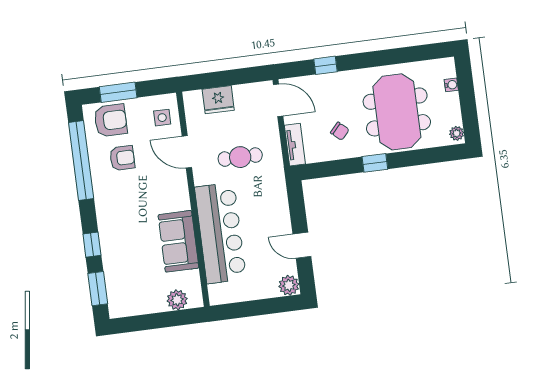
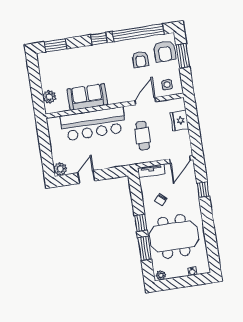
window: (414, 158) -> (145, 248), added
window: (92, 245) -> (99, 39), moved

